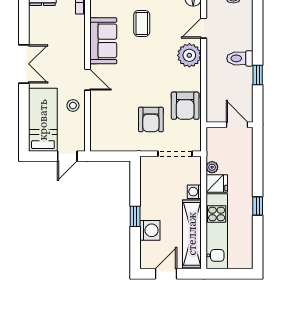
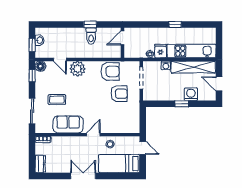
toilet: (240, 58) -> (91, 36), moved

